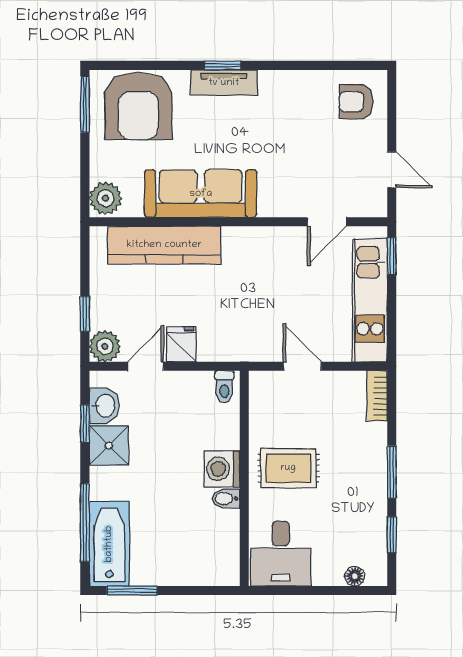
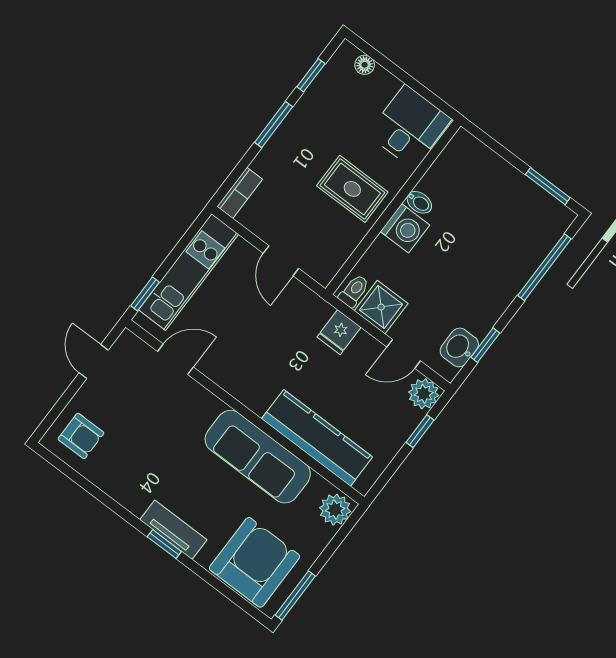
fridge: (181, 344) -> (339, 332), moved
shower: (109, 445) -> (381, 307), moved
bathtub: (109, 544) -> (538, 236), removed

